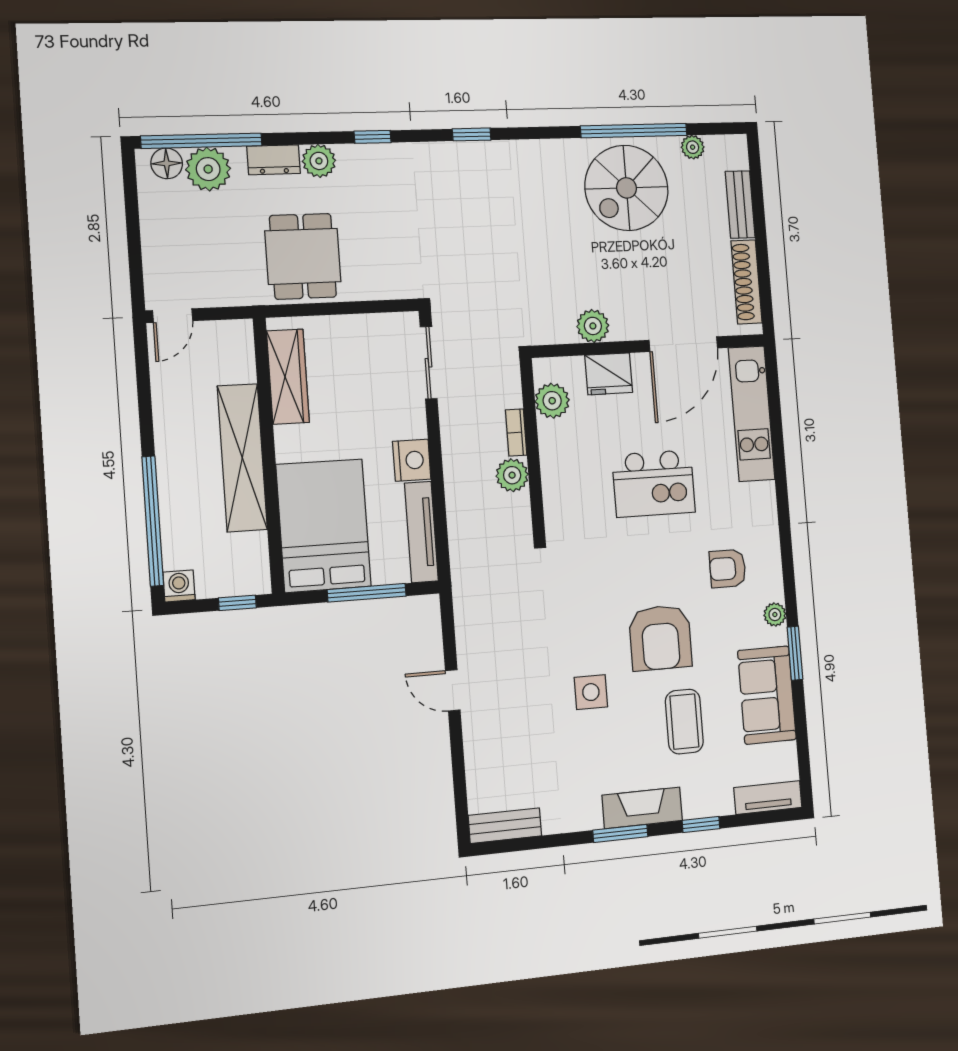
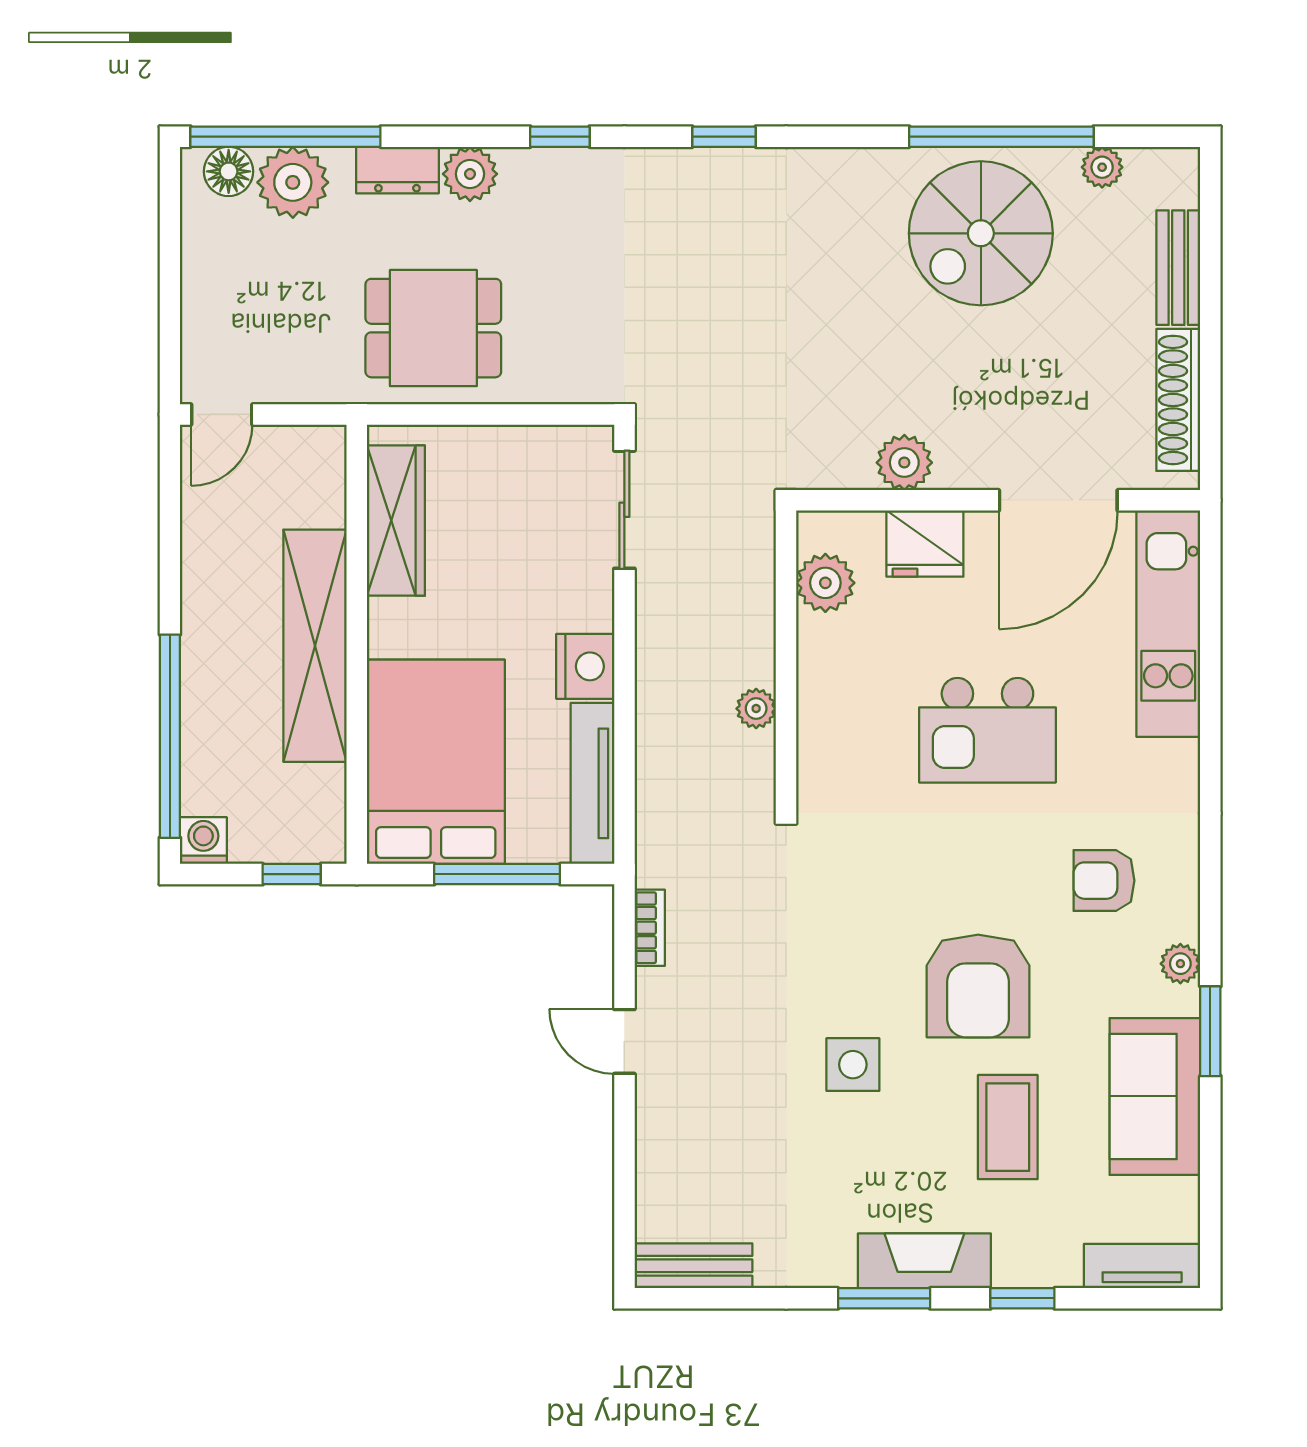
dining table: (303, 256) -> (433, 328), turned 90
bookcase: (516, 432) -> (650, 928), moved, turned 180
plant: (512, 475) -> (756, 709), width x0.73, depth x0.73

